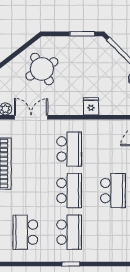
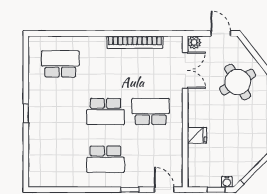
school desk: (69, 149) -> (151, 112), turned 180
school desk: (69, 232) -> (60, 112), removed

